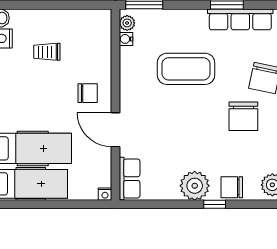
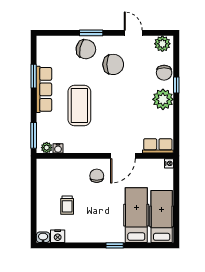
row of seats: (240, 19) -> (44, 89), moved

